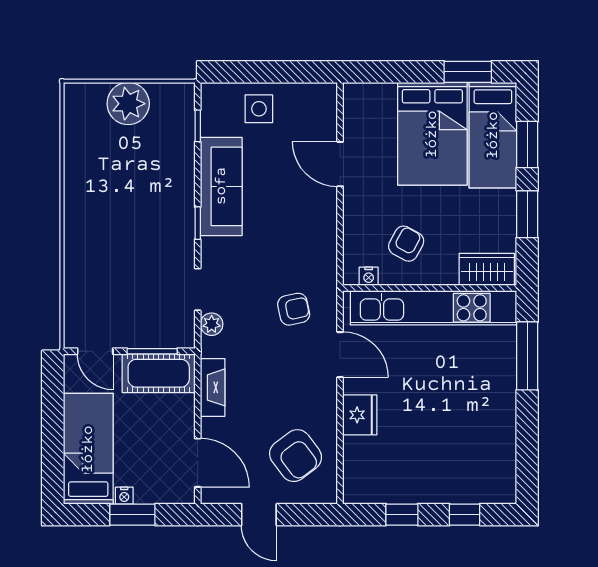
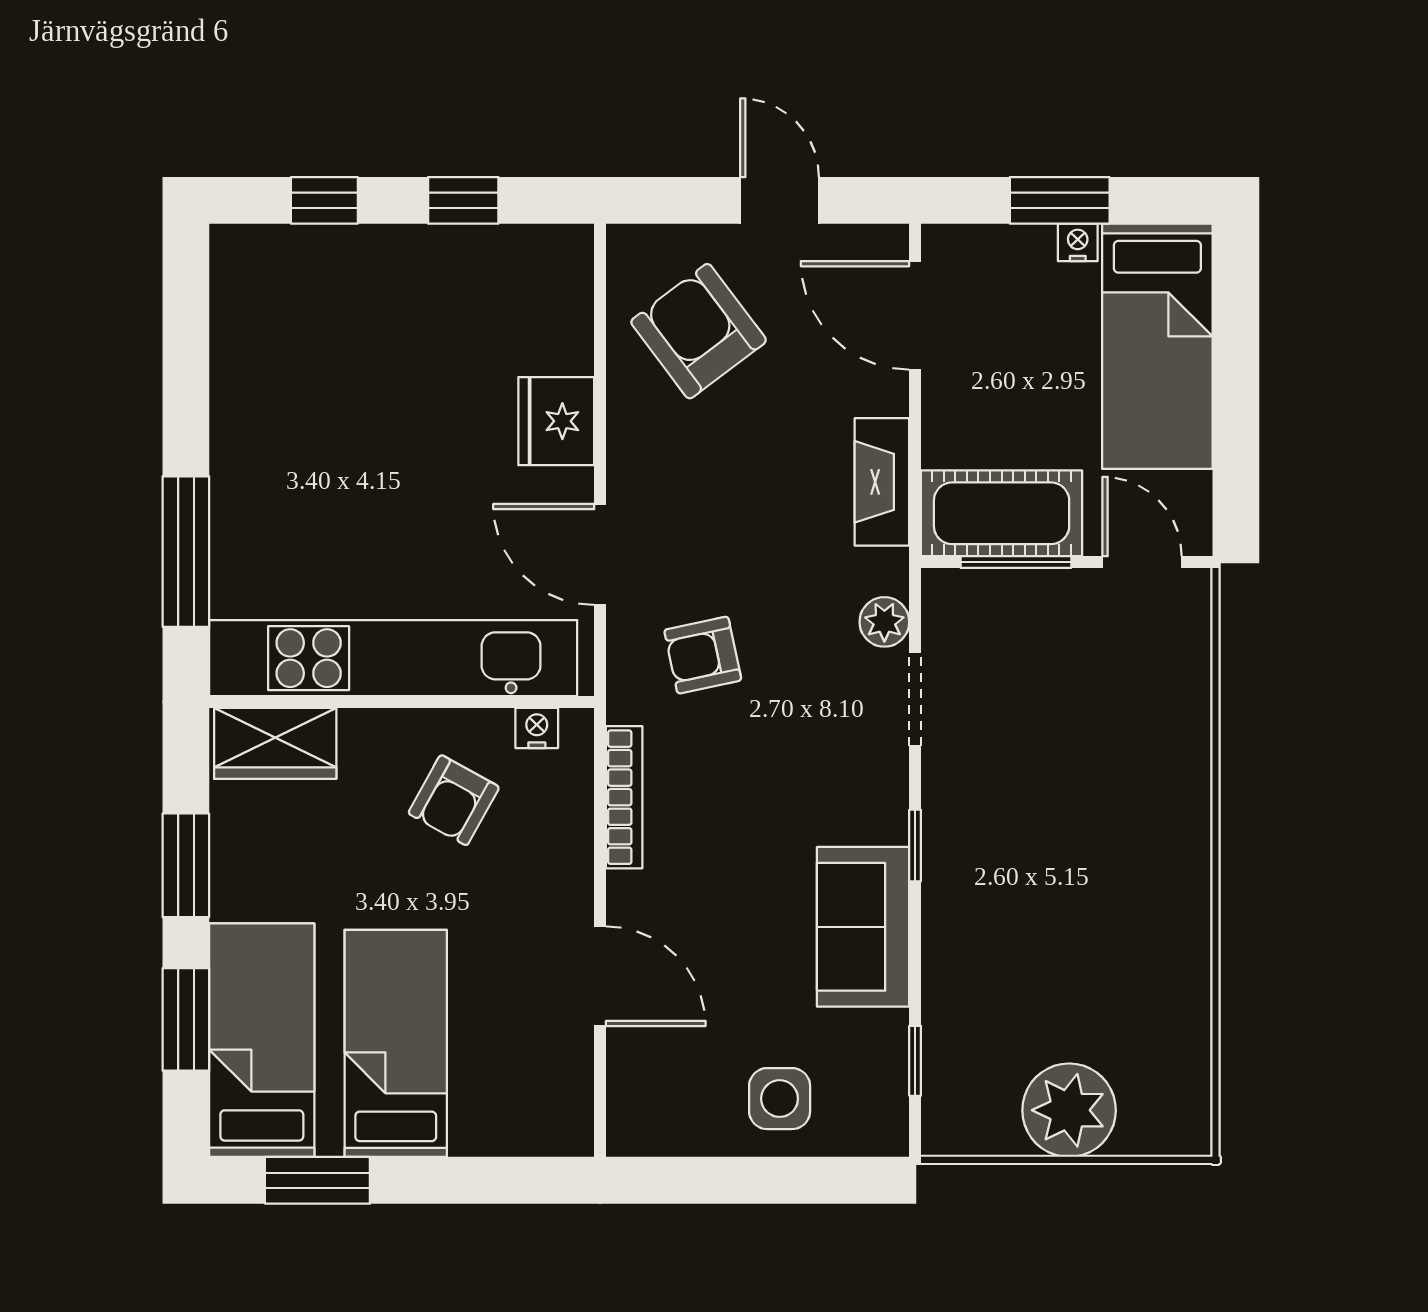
bed: (432, 134) -> (396, 1043), width x0.67
sofa: (221, 186) -> (863, 927), width x0.73
bookcase: (329, 245) -> (624, 797), added

